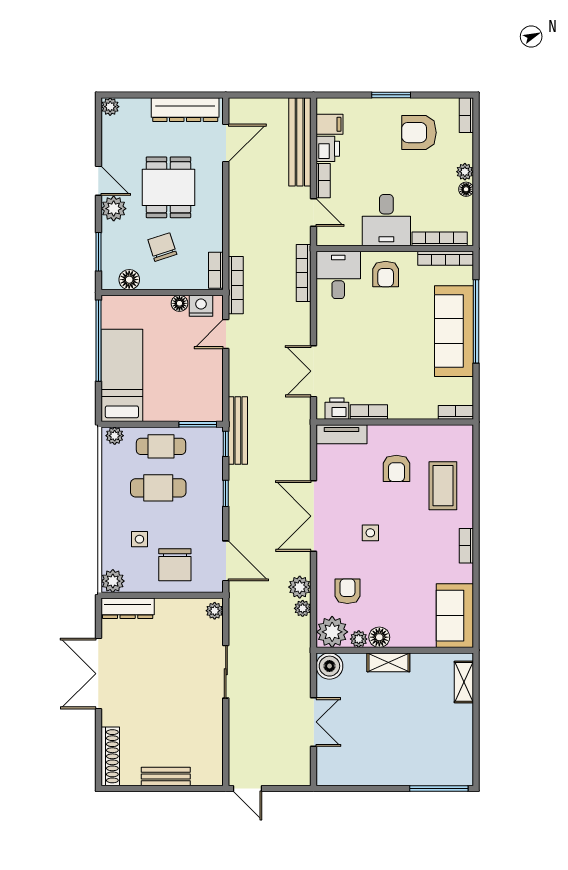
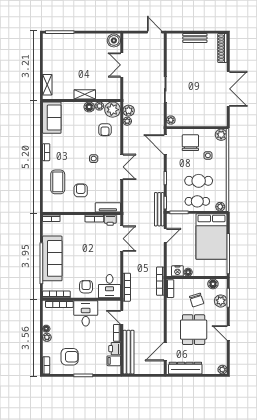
plant: (114, 209) -> (221, 301), moved
door: (226, 334) -> (165, 236), moved
bed: (122, 375) -> (211, 237), width x1.50
double door: (314, 516) -> (122, 167), width x0.73
plant: (300, 587) -> (129, 111), moved
dresser: (128, 608) -> (214, 121), removed
boiler: (329, 666) -> (114, 40), moved

